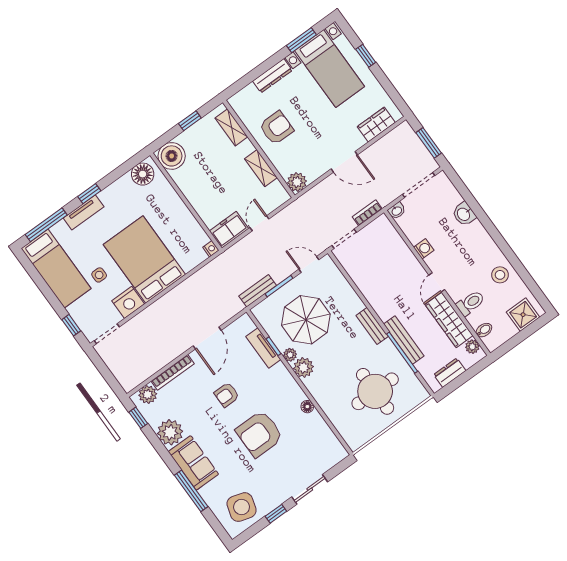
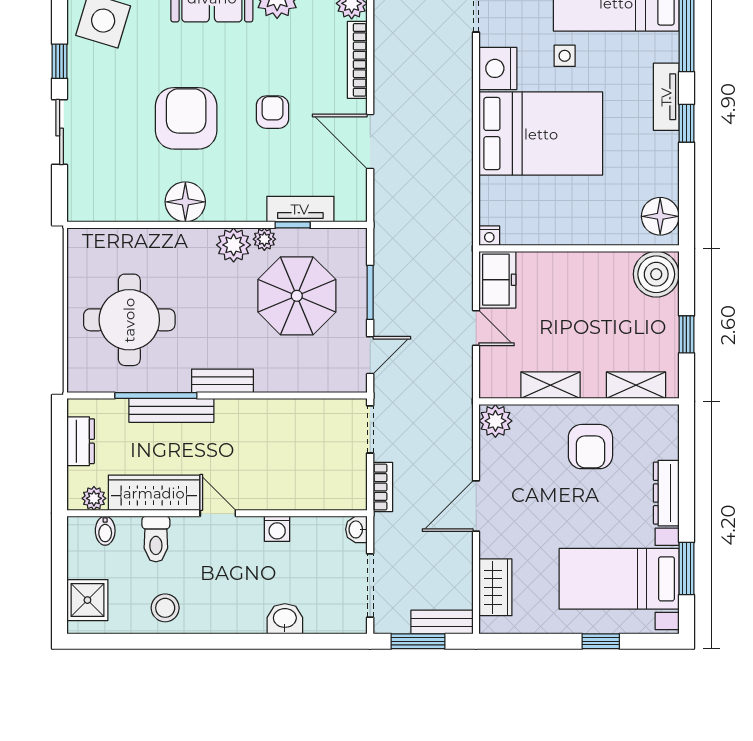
bench: (258, 291) -> (442, 622), moved, turned 90
floor lamp: (307, 407) -> (185, 202), width x1.89, depth x1.89

